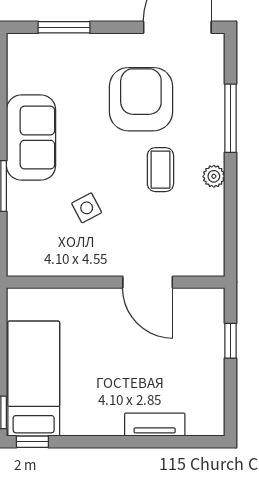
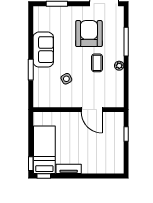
tv unit: (155, 425) -> (69, 169), moved

